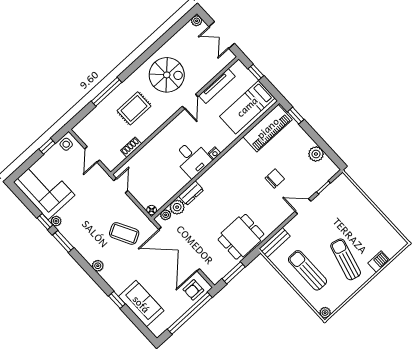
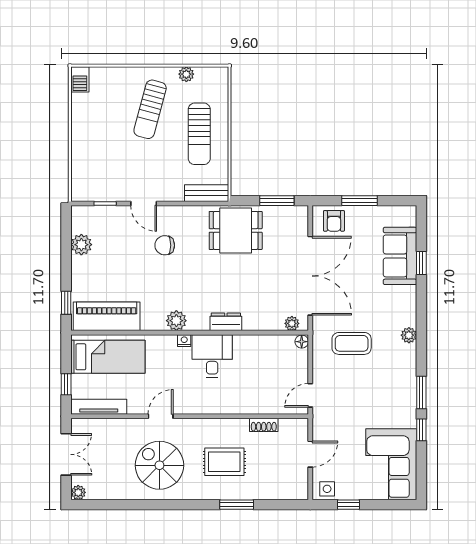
tv unit: (217, 86) -> (99, 407), moved
window: (106, 92) -> (237, 505), width x0.69
chair: (275, 179) -> (165, 245), moved
dresser: (191, 193) -> (226, 322), moved
plant: (177, 207) -> (176, 321), moved
plant: (56, 221) -> (410, 420), removed
coffee table: (124, 233) -> (352, 343), turned -62
barbecue: (379, 262) -> (80, 79), moved, turned -90
armchair: (193, 290) -> (334, 221), turned 90
window: (117, 300) -> (421, 263), moved
window: (190, 313) -> (360, 201), width x0.47
plant: (325, 313) -> (186, 74), moved

